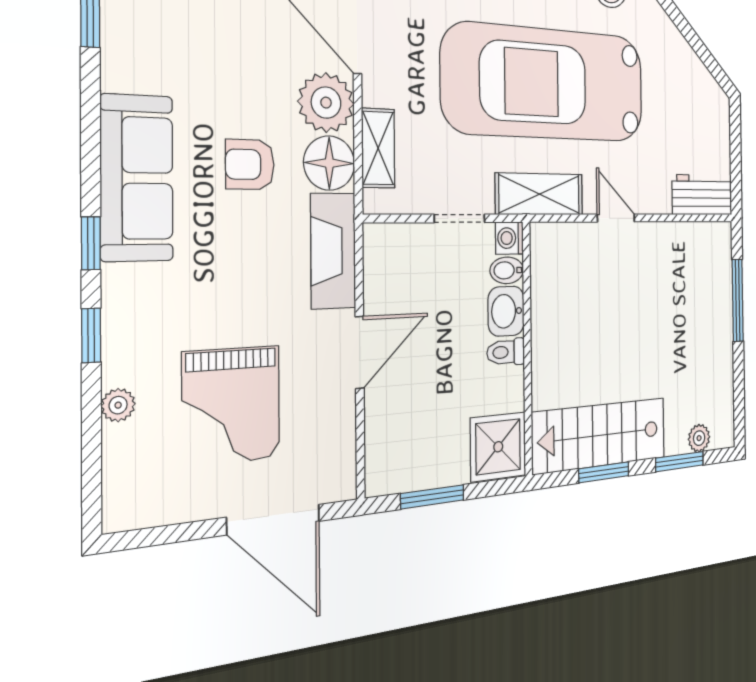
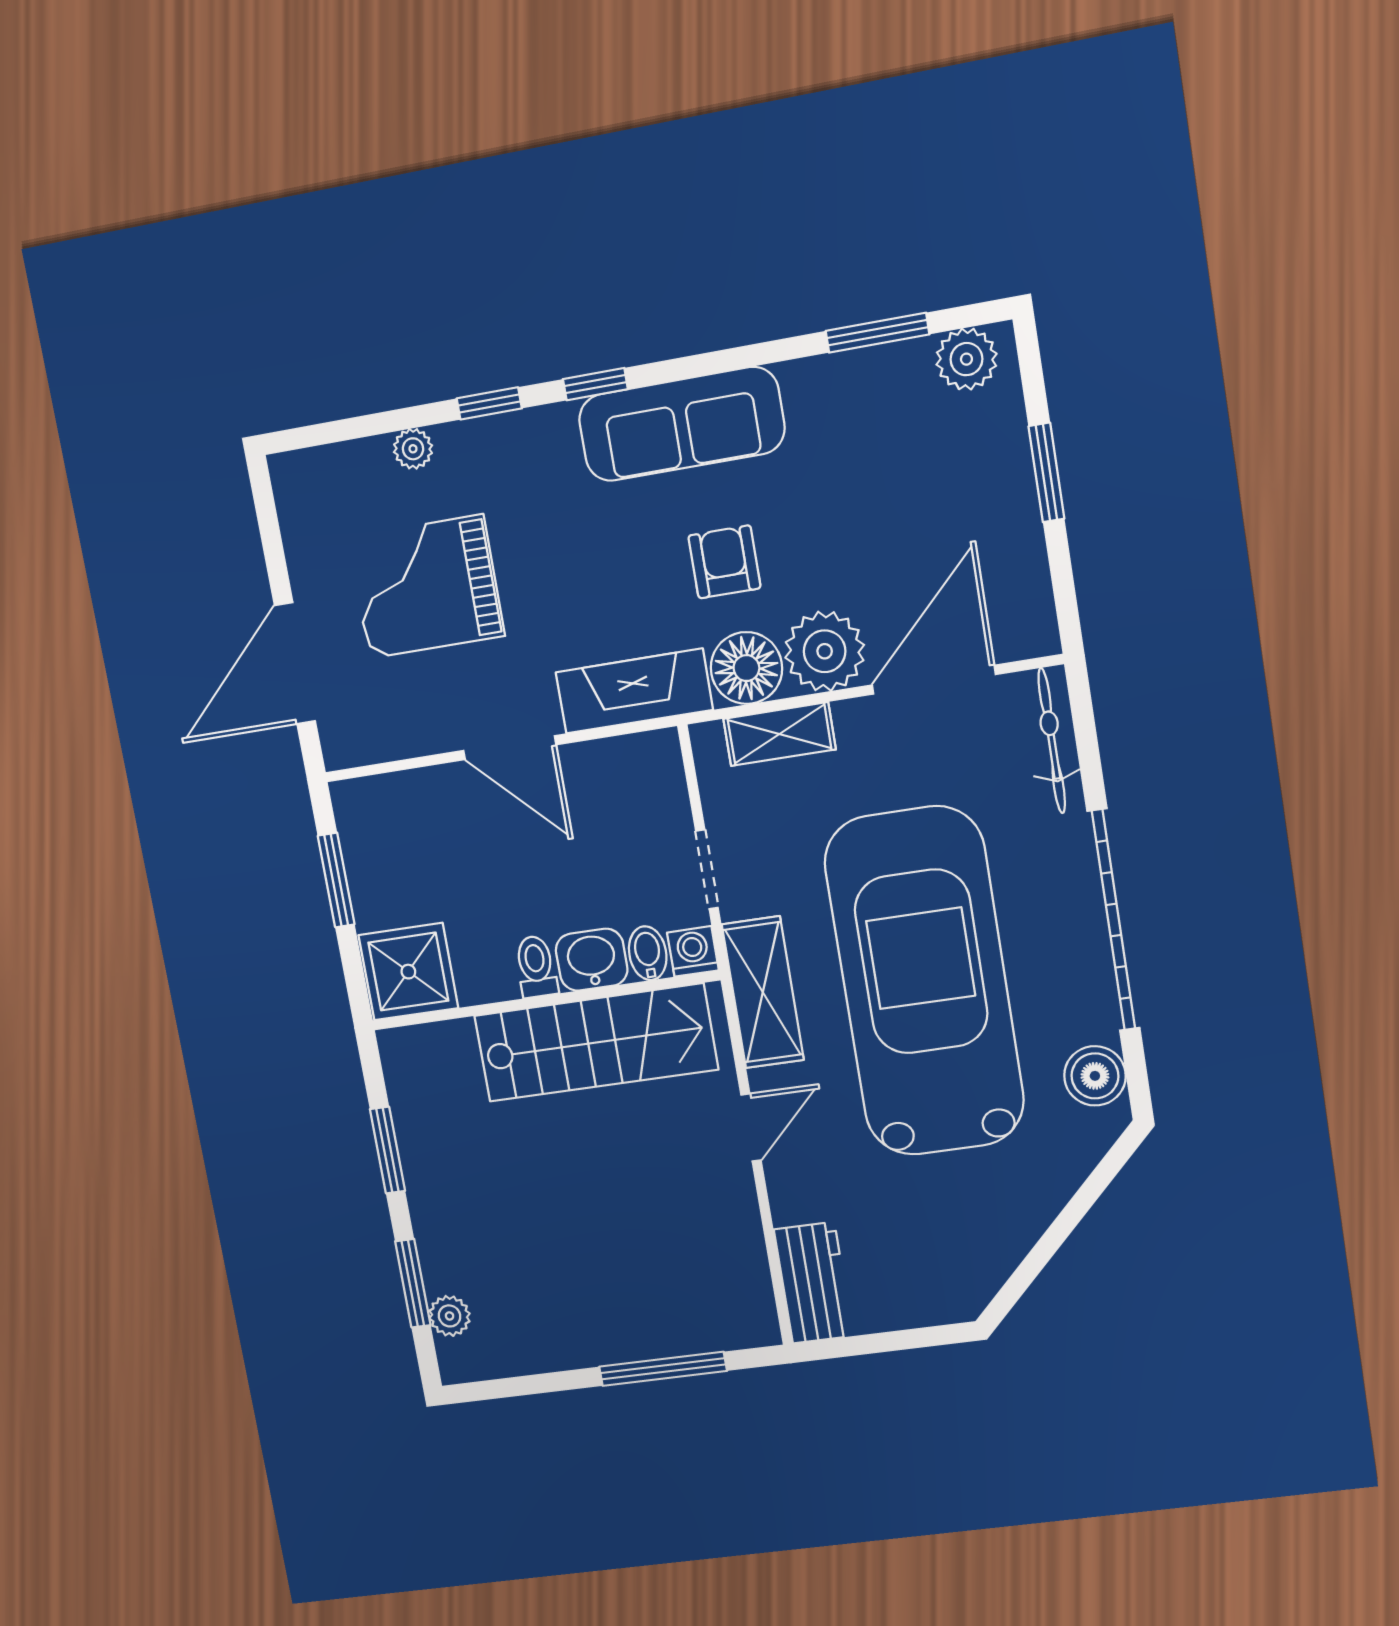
stairs: (600, 435) -> (596, 1043), moved, turned 90

